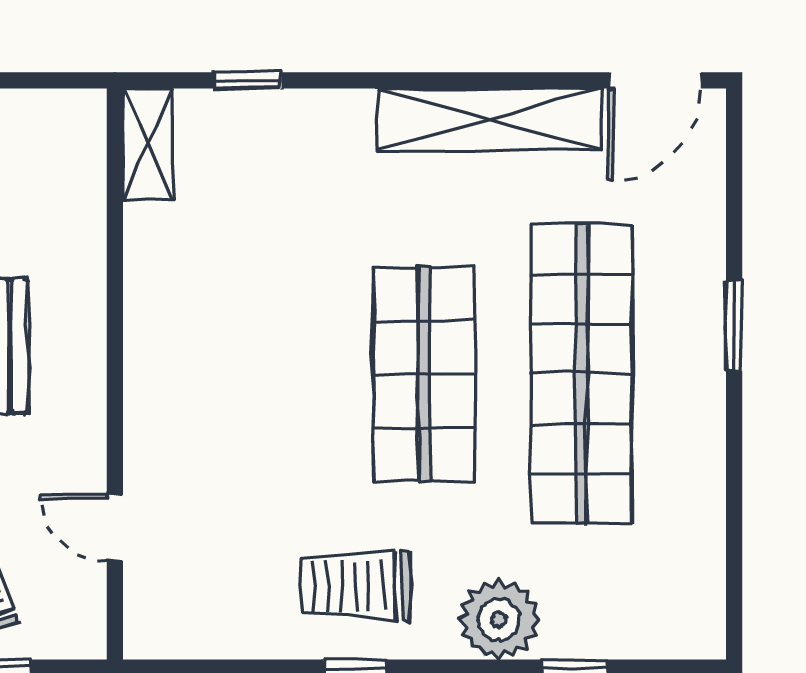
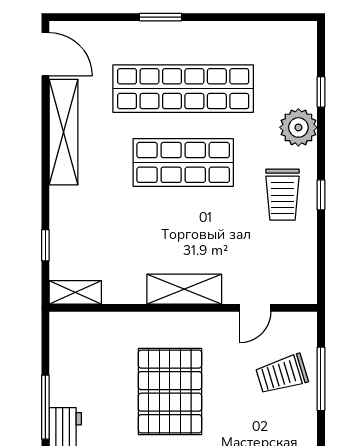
shelving: (155, 376) -> (184, 289), added

